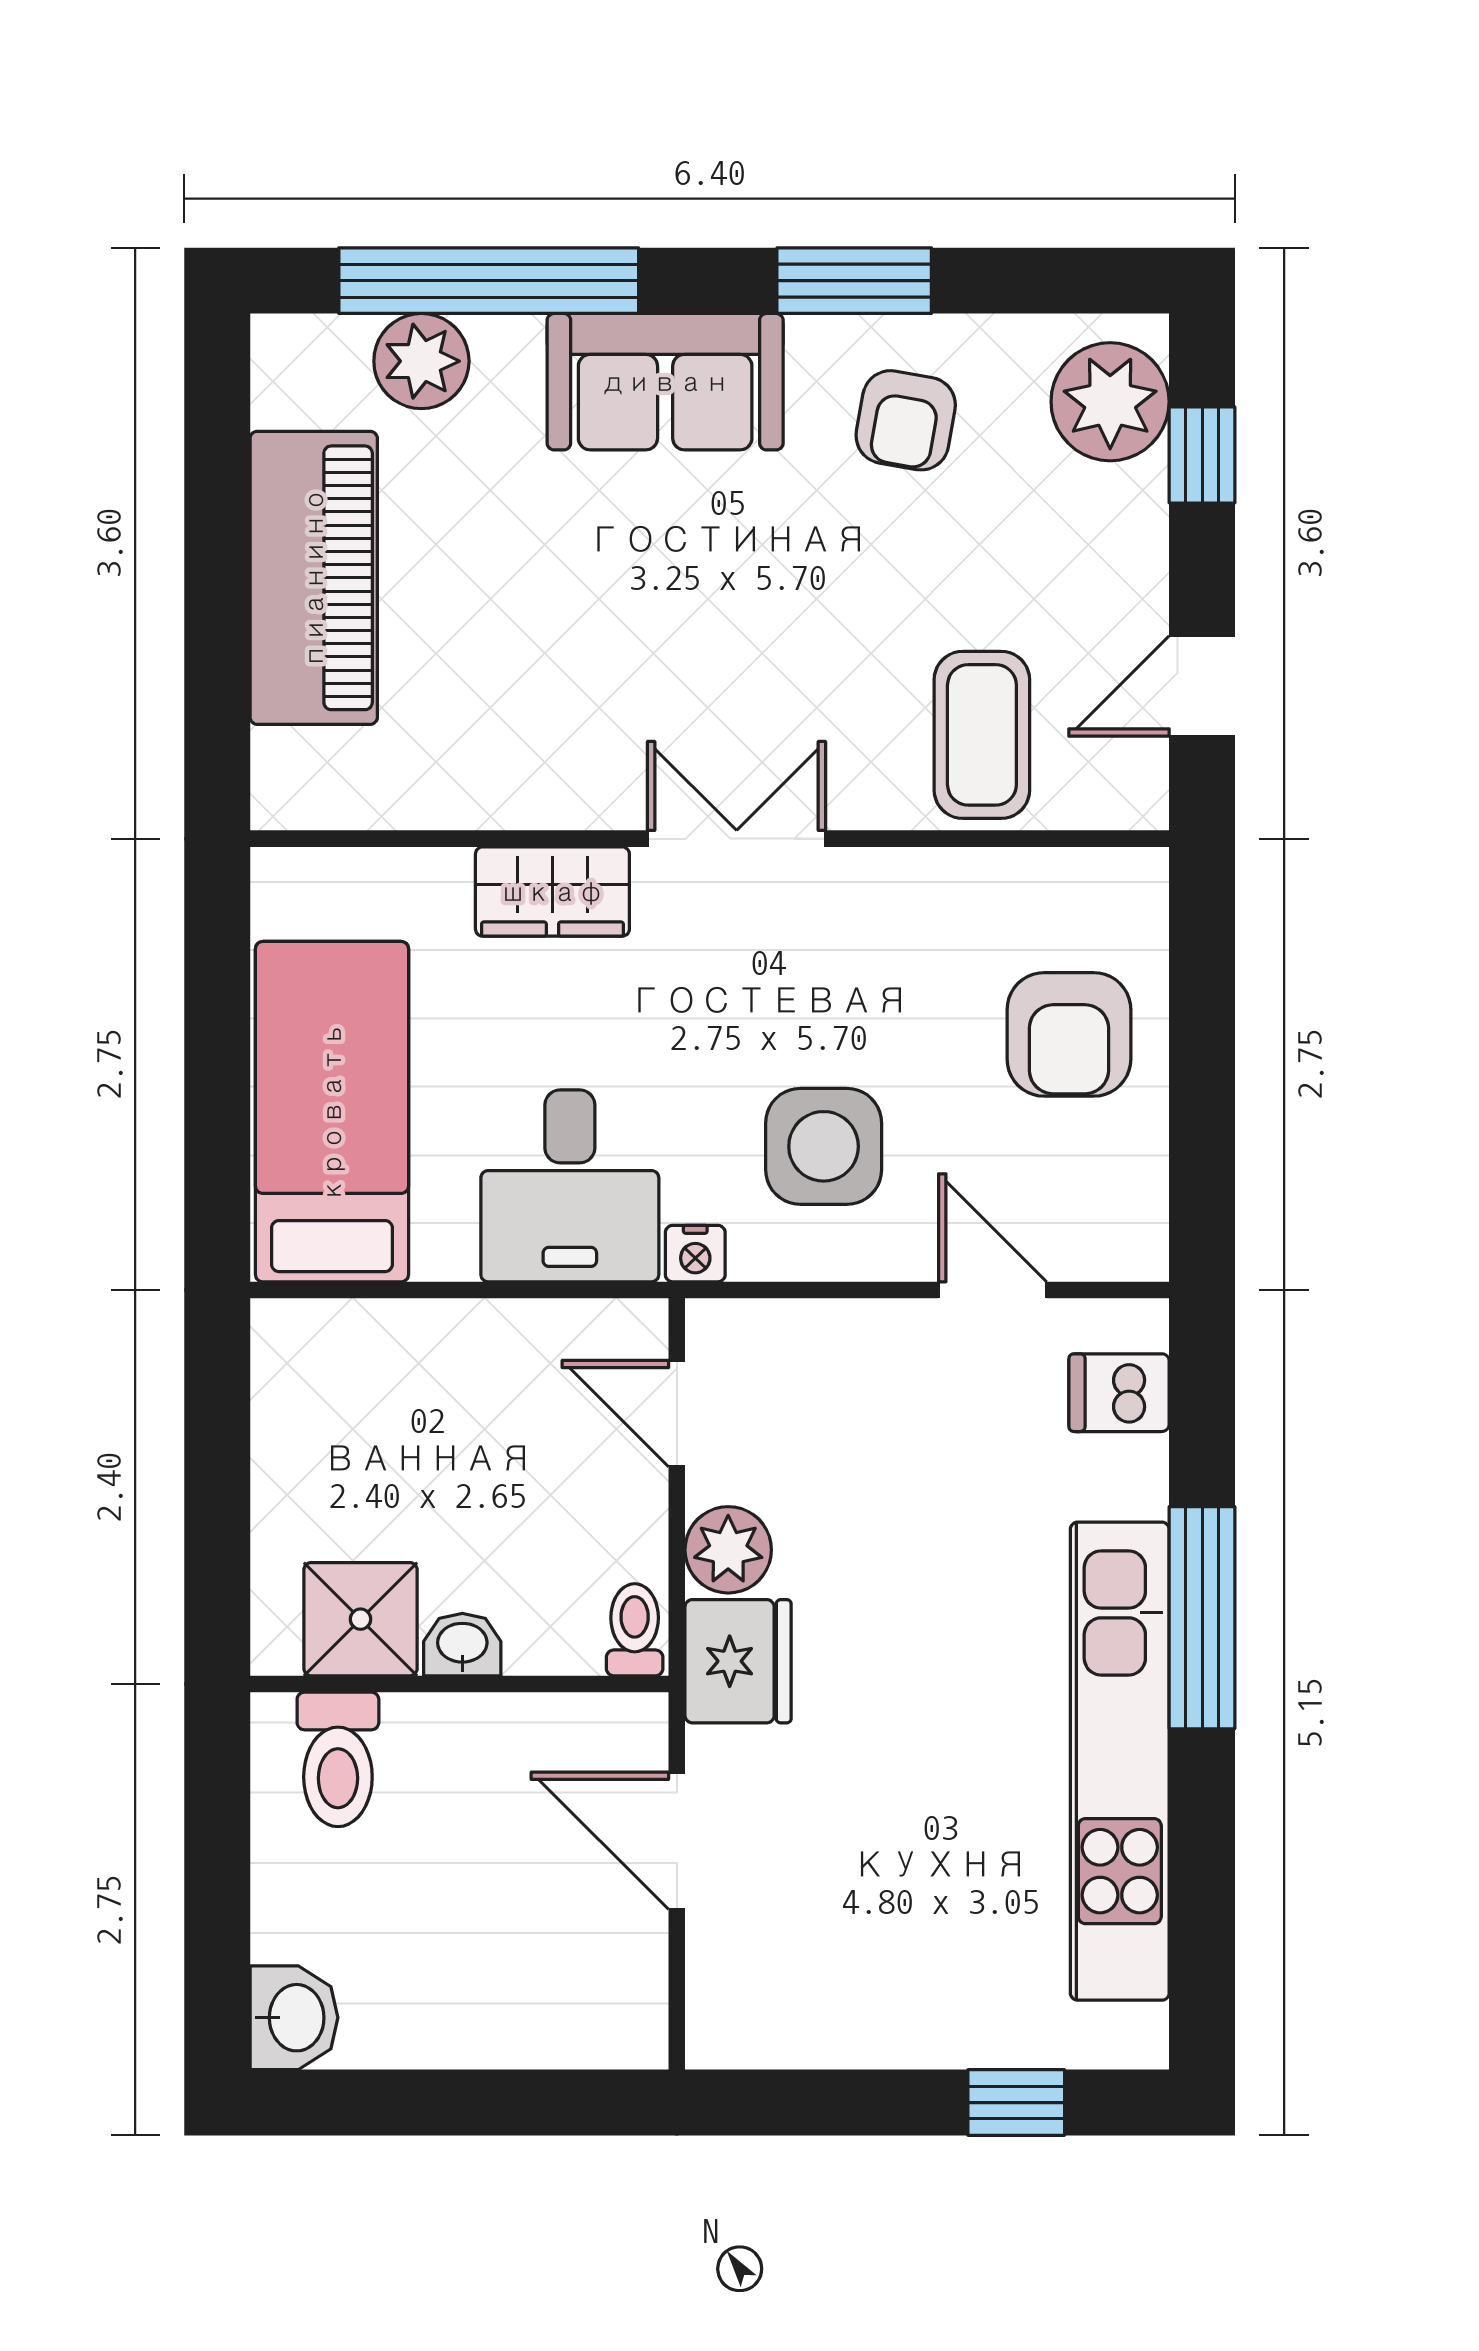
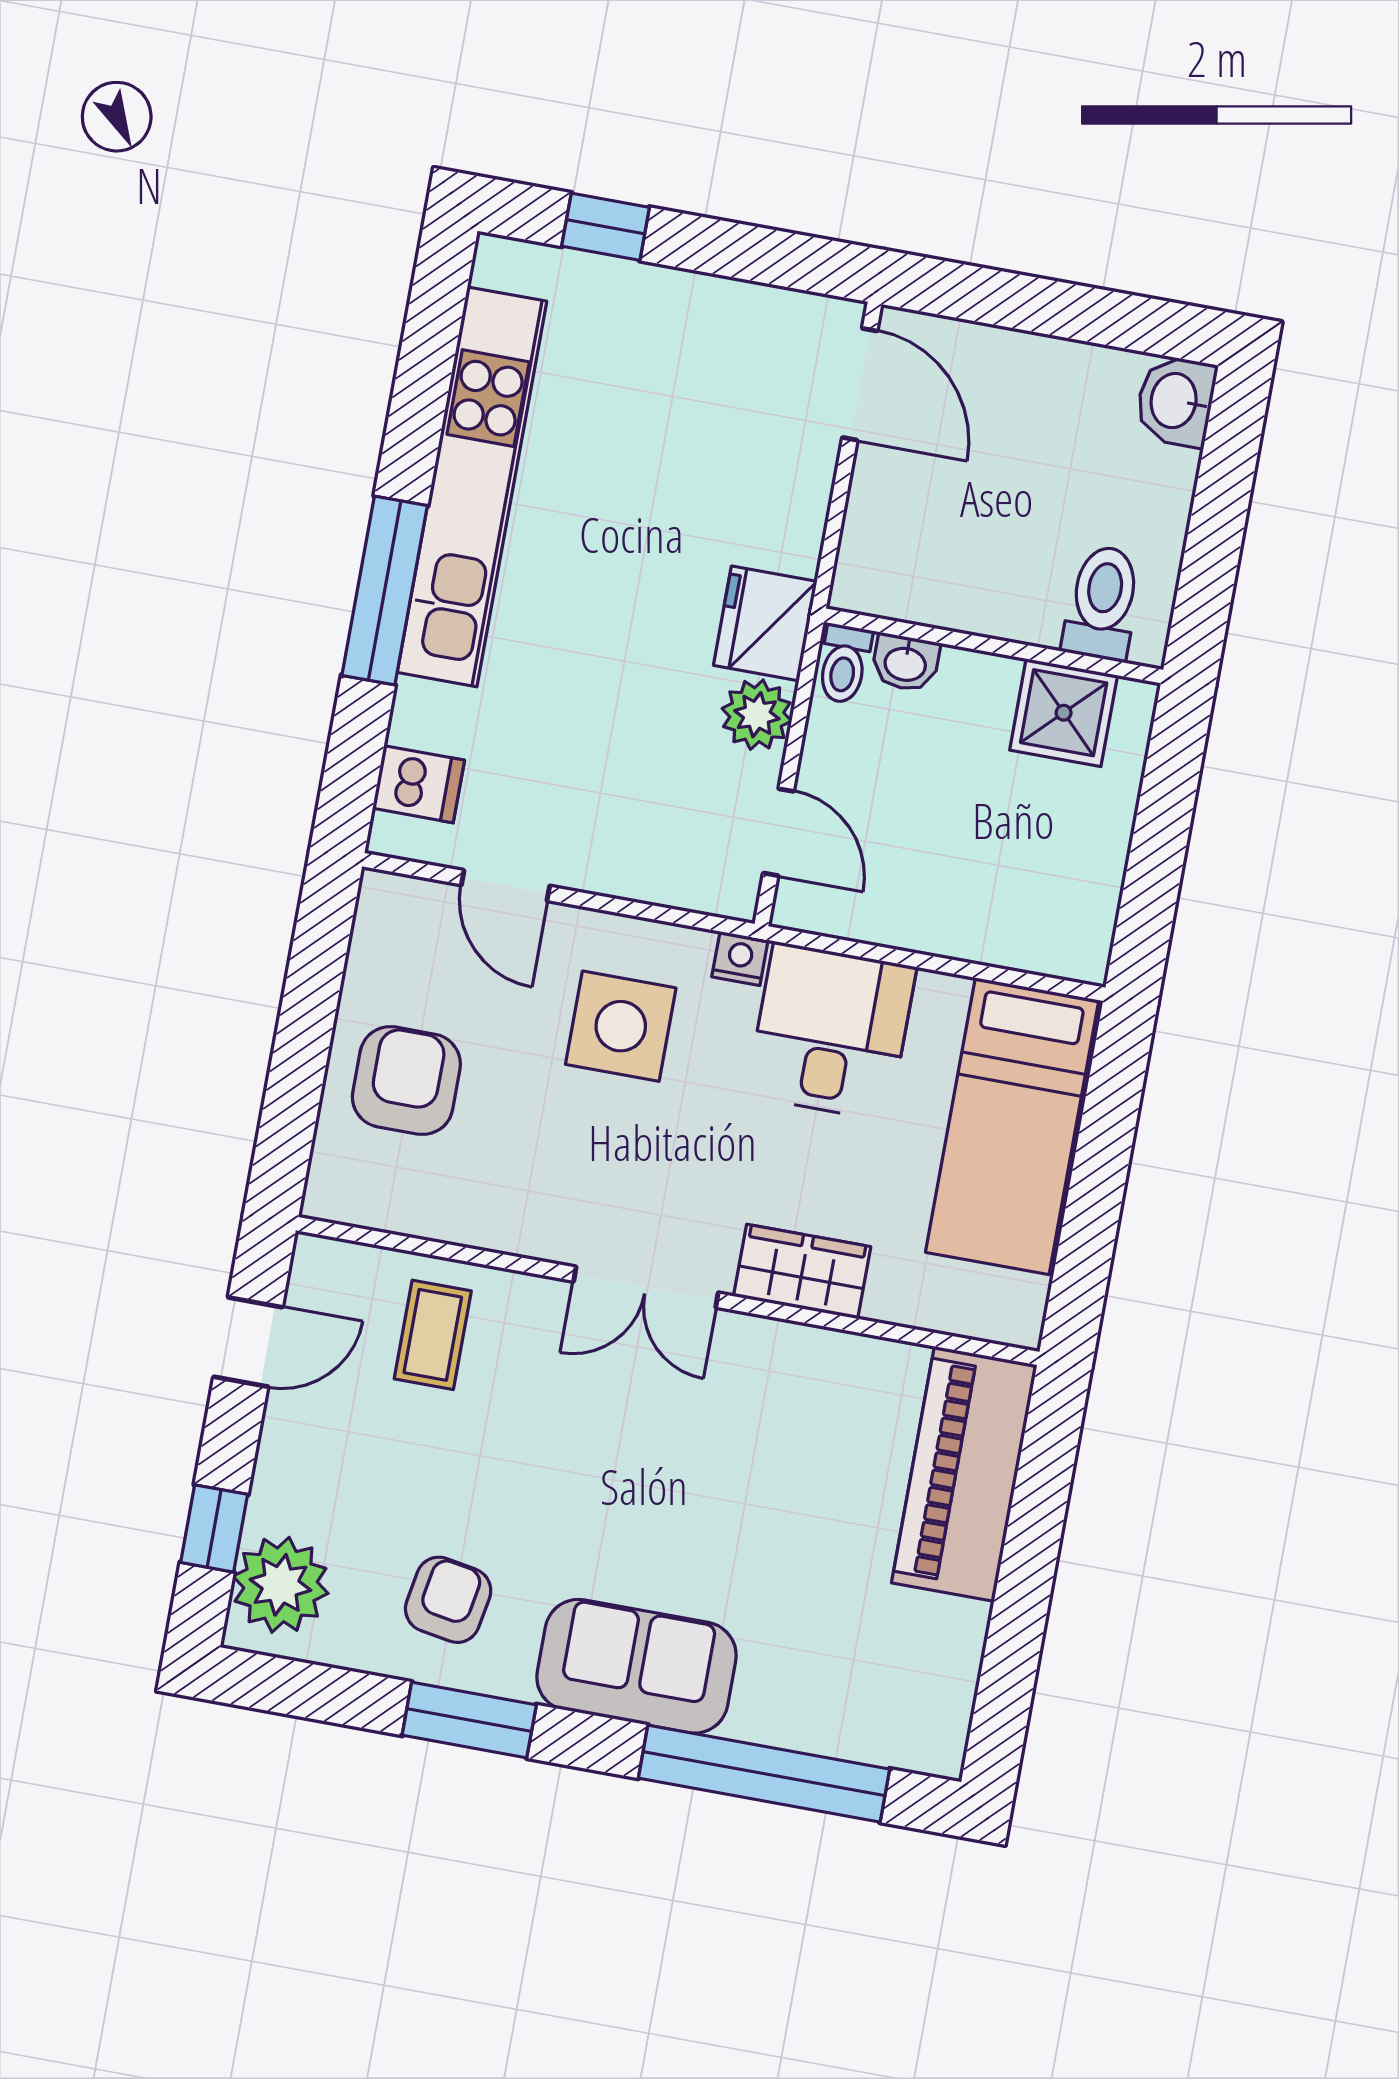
plant: (421, 361) -> (830, 1719), removed
piano: (314, 578) -> (964, 1474), moved
coffee table: (982, 735) -> (433, 1335), width x0.73, depth x0.77
washbasin: (462, 1645) -> (905, 663), moved
door: (677, 1841) -> (860, 384), moved

